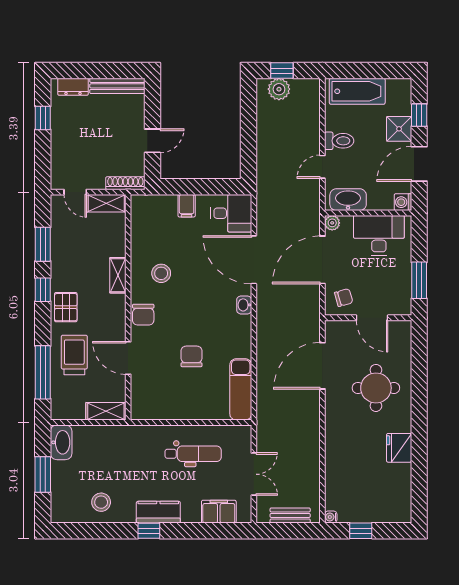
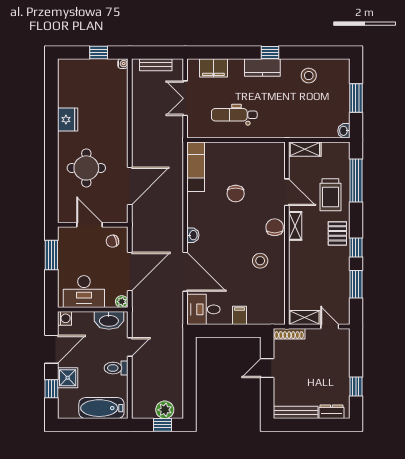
shelving: (118, 275) -> (295, 226), moved
washbasin: (61, 442) -> (344, 131), width x0.52, depth x0.69

